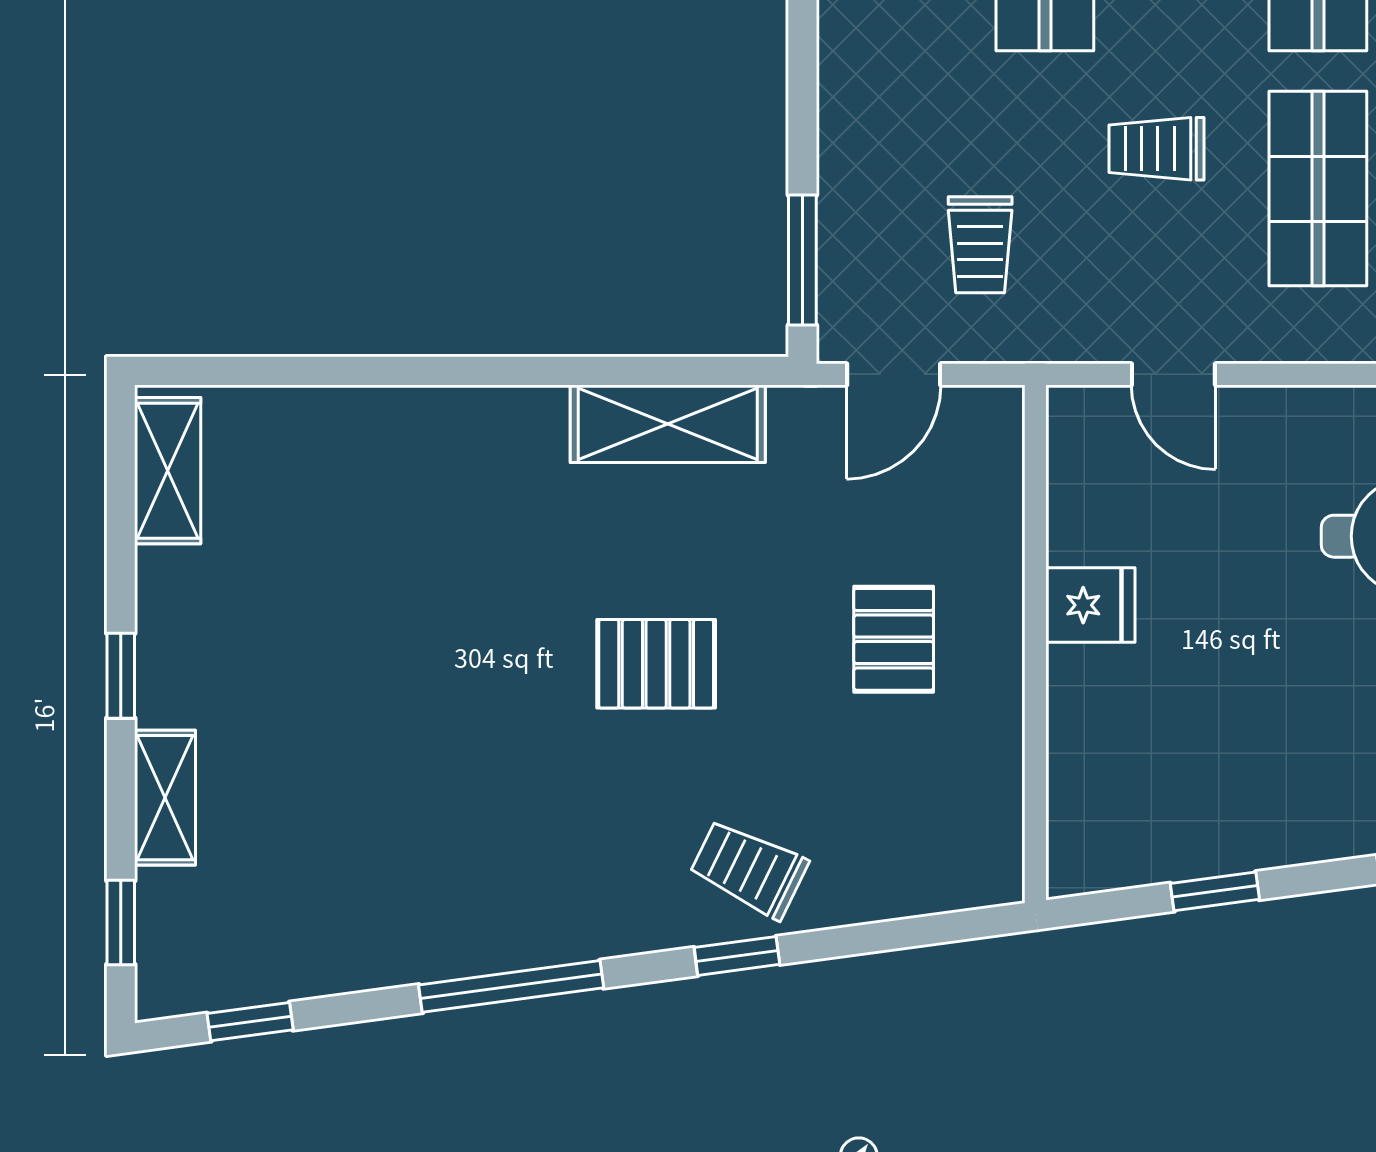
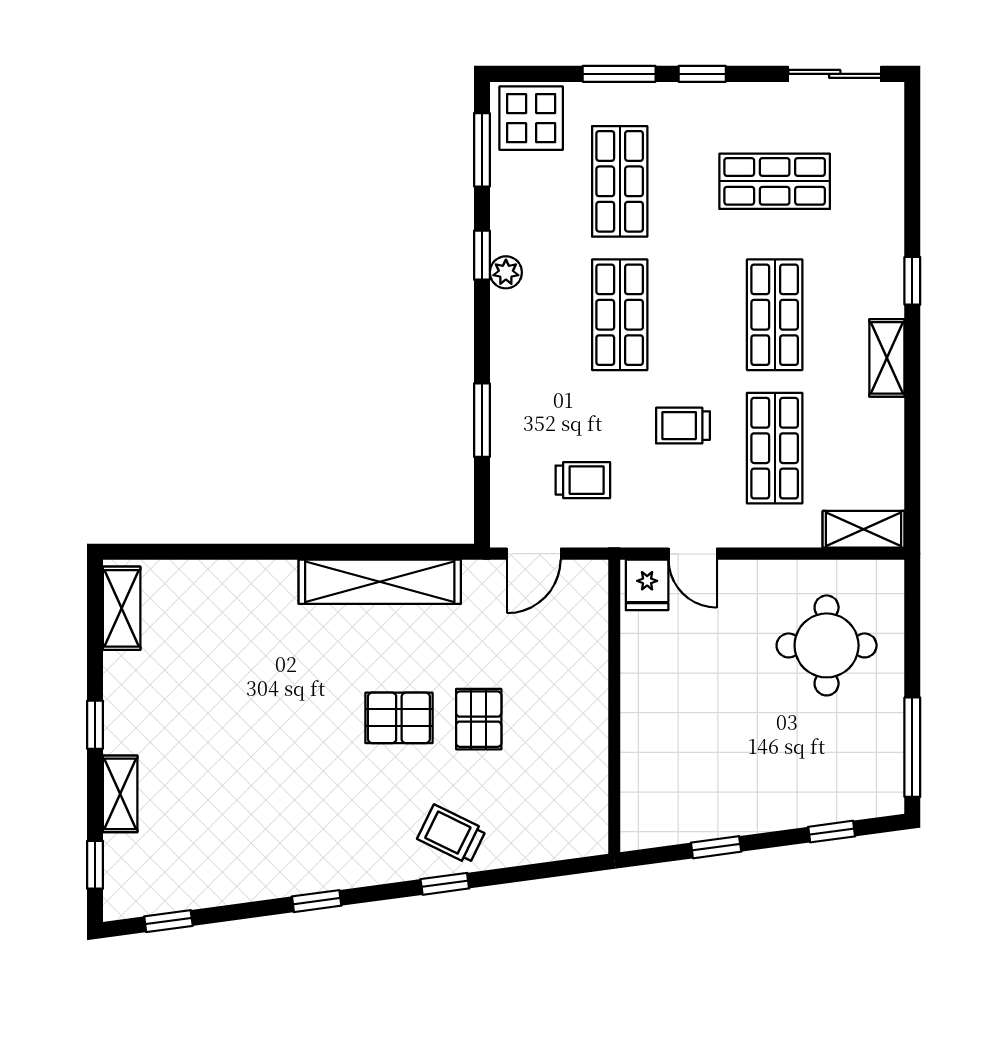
trolley: (980, 245) -> (583, 480), turned -90
window: (802, 260) -> (482, 420), moved
shelving: (668, 424) -> (380, 582), width x1.47
fridge: (1090, 605) -> (647, 585), moved, turned 90
pallet: (894, 639) -> (479, 719), moved
window: (511, 986) -> (317, 901), width x0.46

